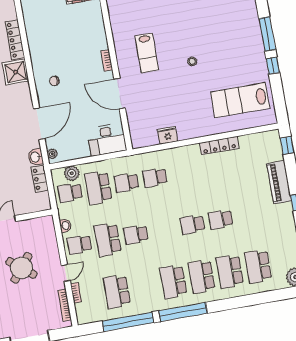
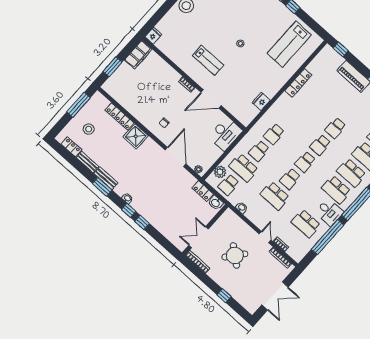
washbasin: (35, 157) -> (216, 203), moved
school desk: (79, 245) -> (305, 162), moved
desk: (149, 298) -> (329, 212), added

